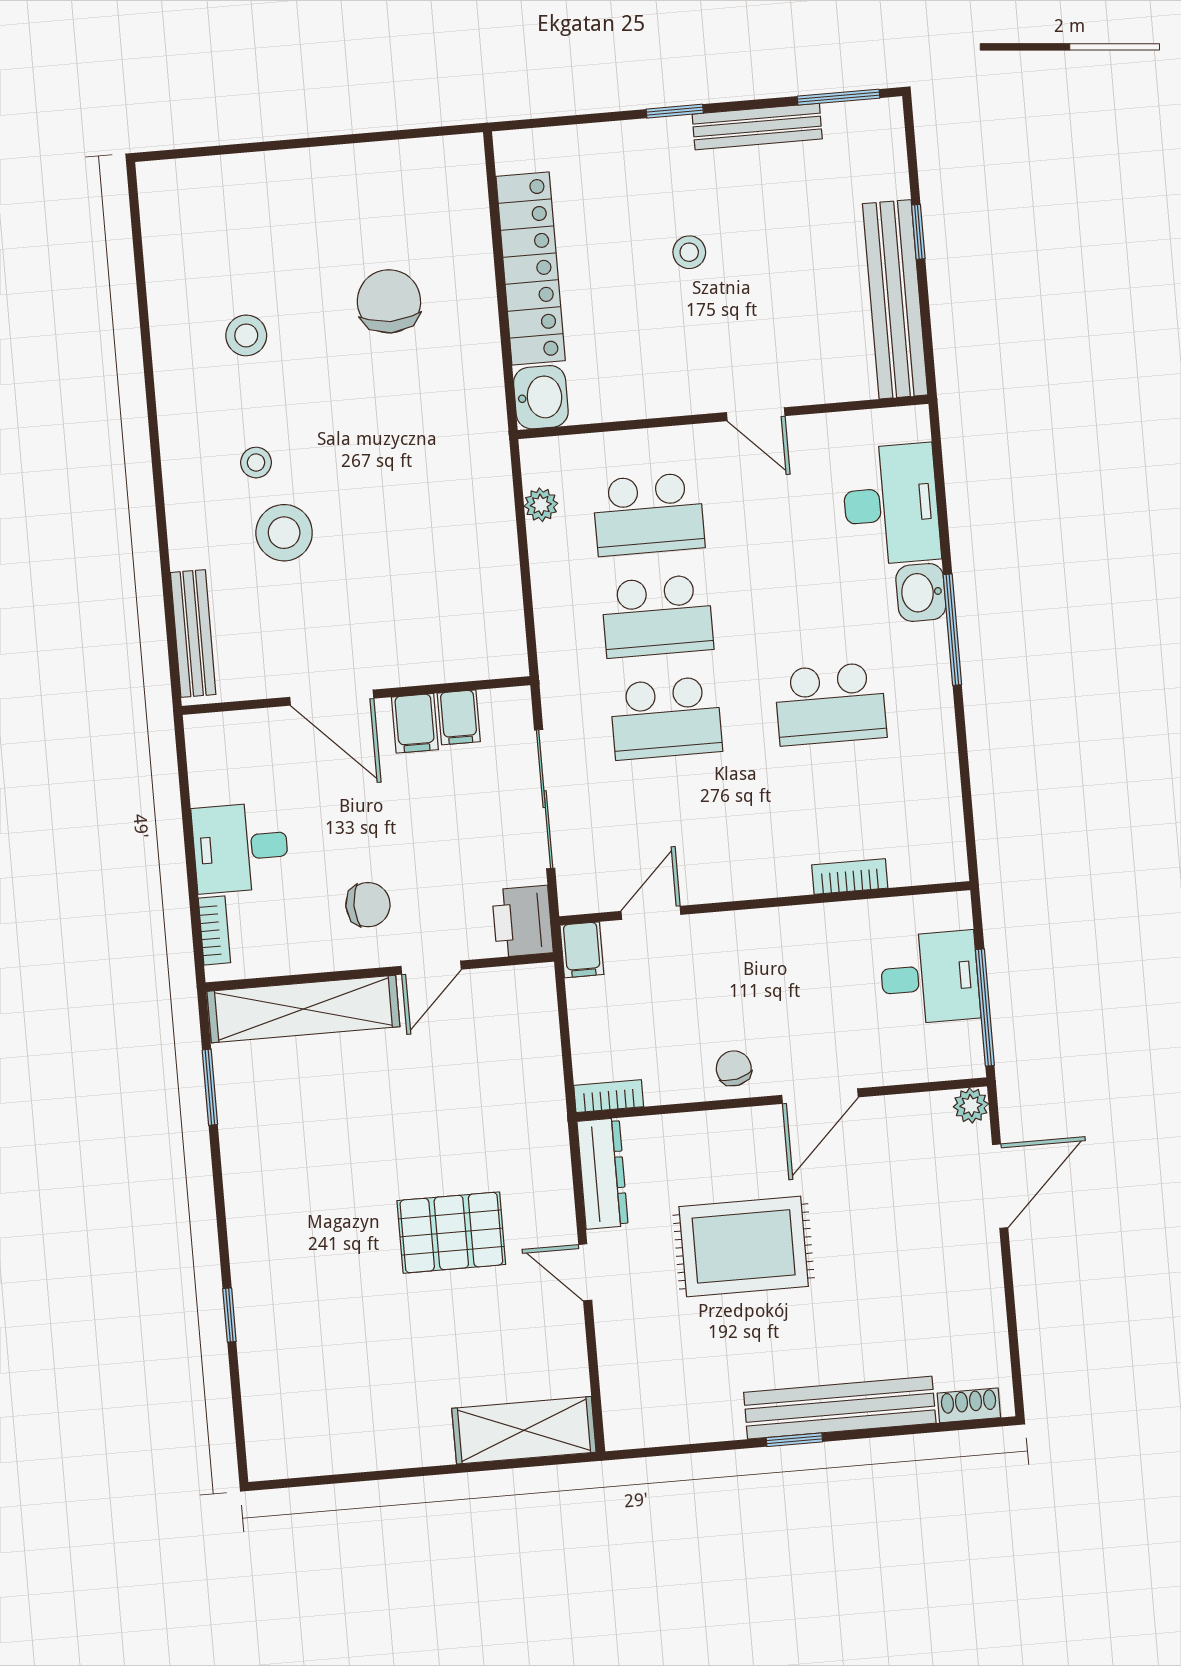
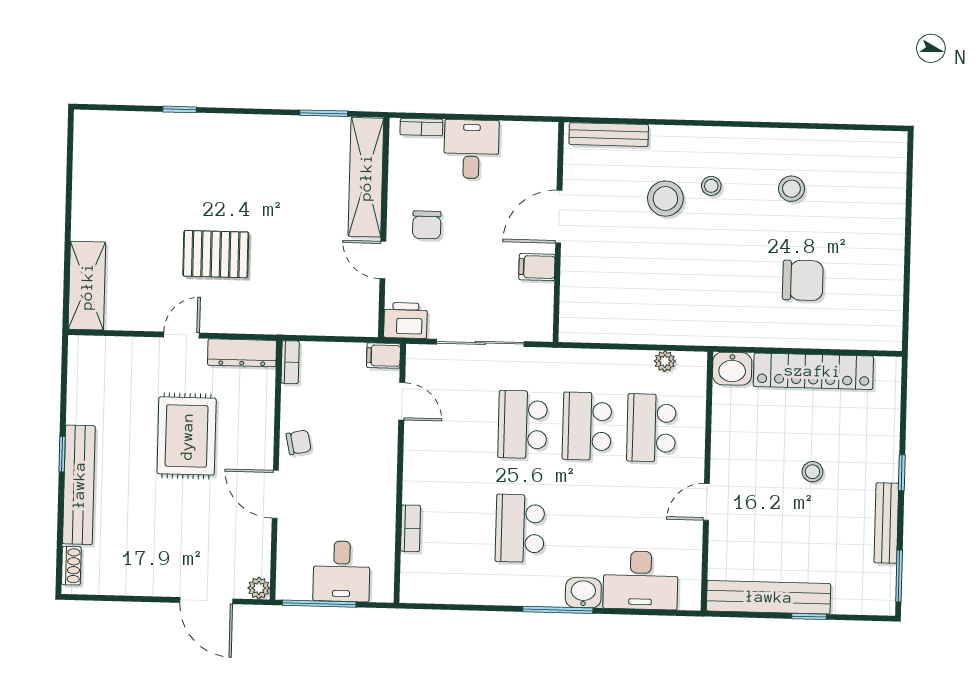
filing cabinet: (459, 717) -> (538, 295), removed
pallet: (451, 1233) -> (216, 254), turned 90

